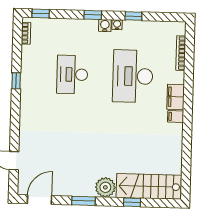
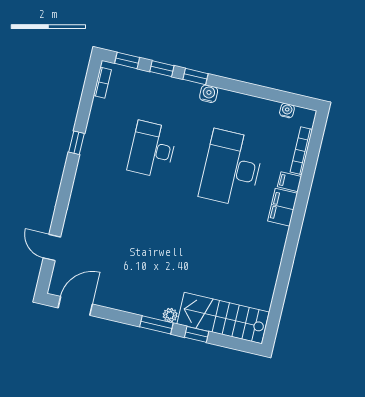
window: (133, 16) -> (162, 69), moved
water cooler: (117, 25) -> (287, 111), moved
filing cabinet: (176, 116) -> (289, 182), moved
plant: (105, 187) -> (170, 315), width x0.53, depth x0.53
window: (83, 201) -> (156, 325), moved

